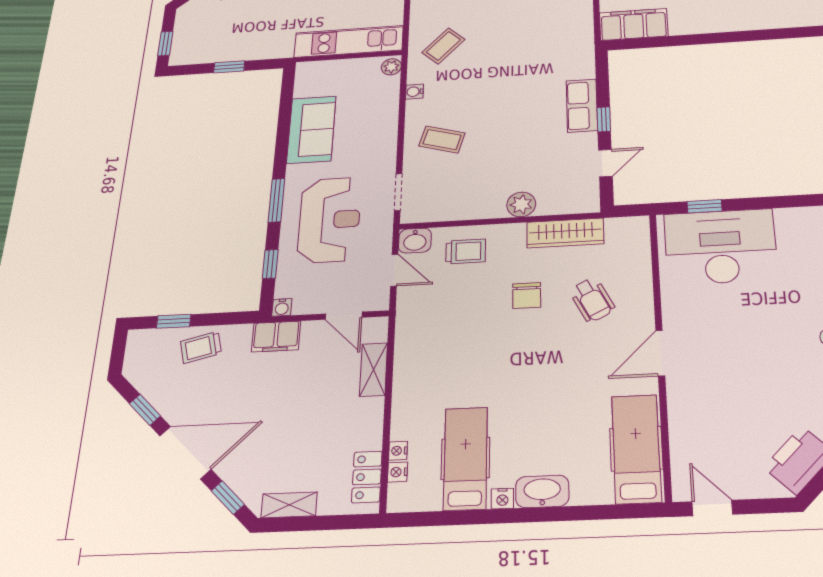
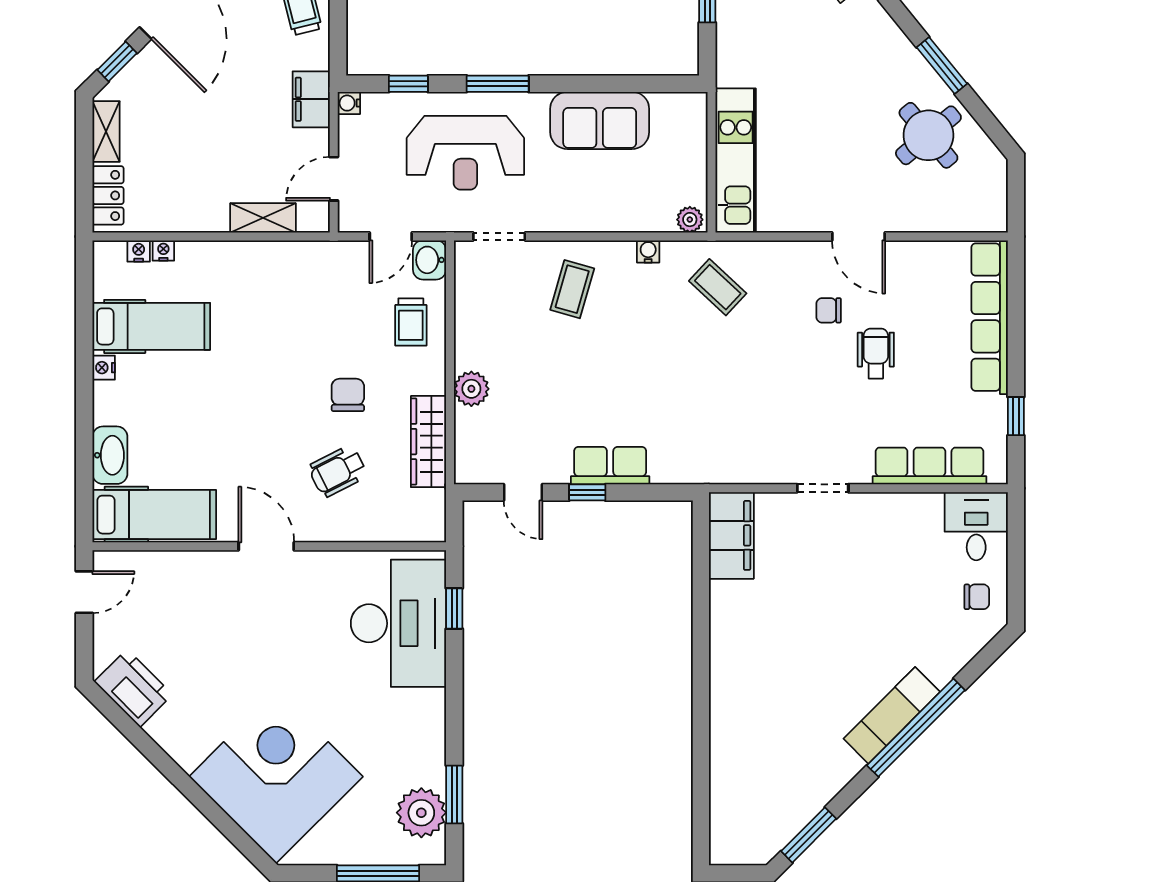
chair: (527, 295) -> (348, 395), turned 90
locker: (367, 477) -> (108, 195), moved, turned 90
washbasin: (542, 491) -> (110, 455), moved

